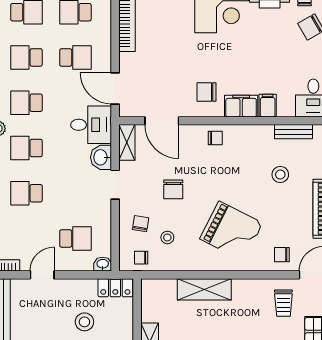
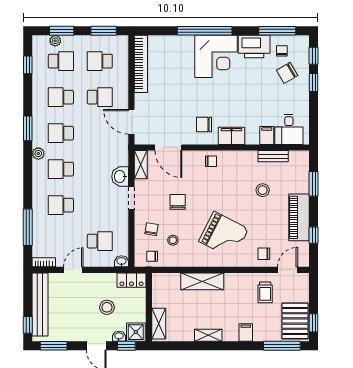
filing cabinet: (268, 106) -> (267, 135), moved
desk: (91, 125) -> (112, 151), removed
chair: (173, 189) -> (178, 202), turned 180

